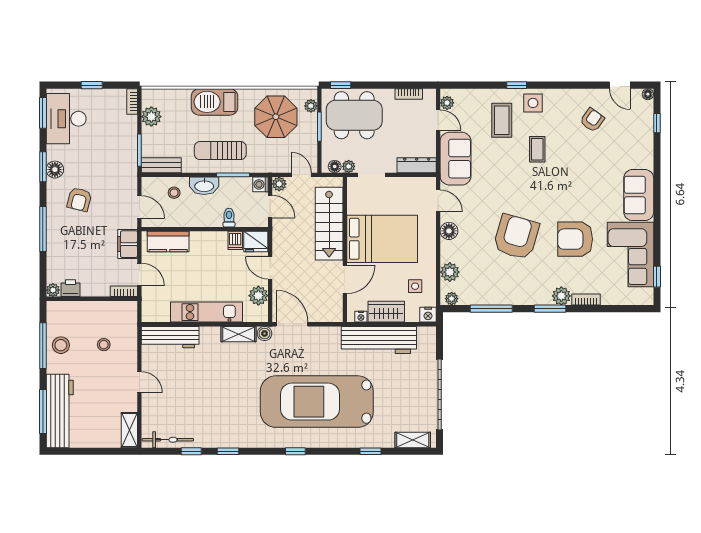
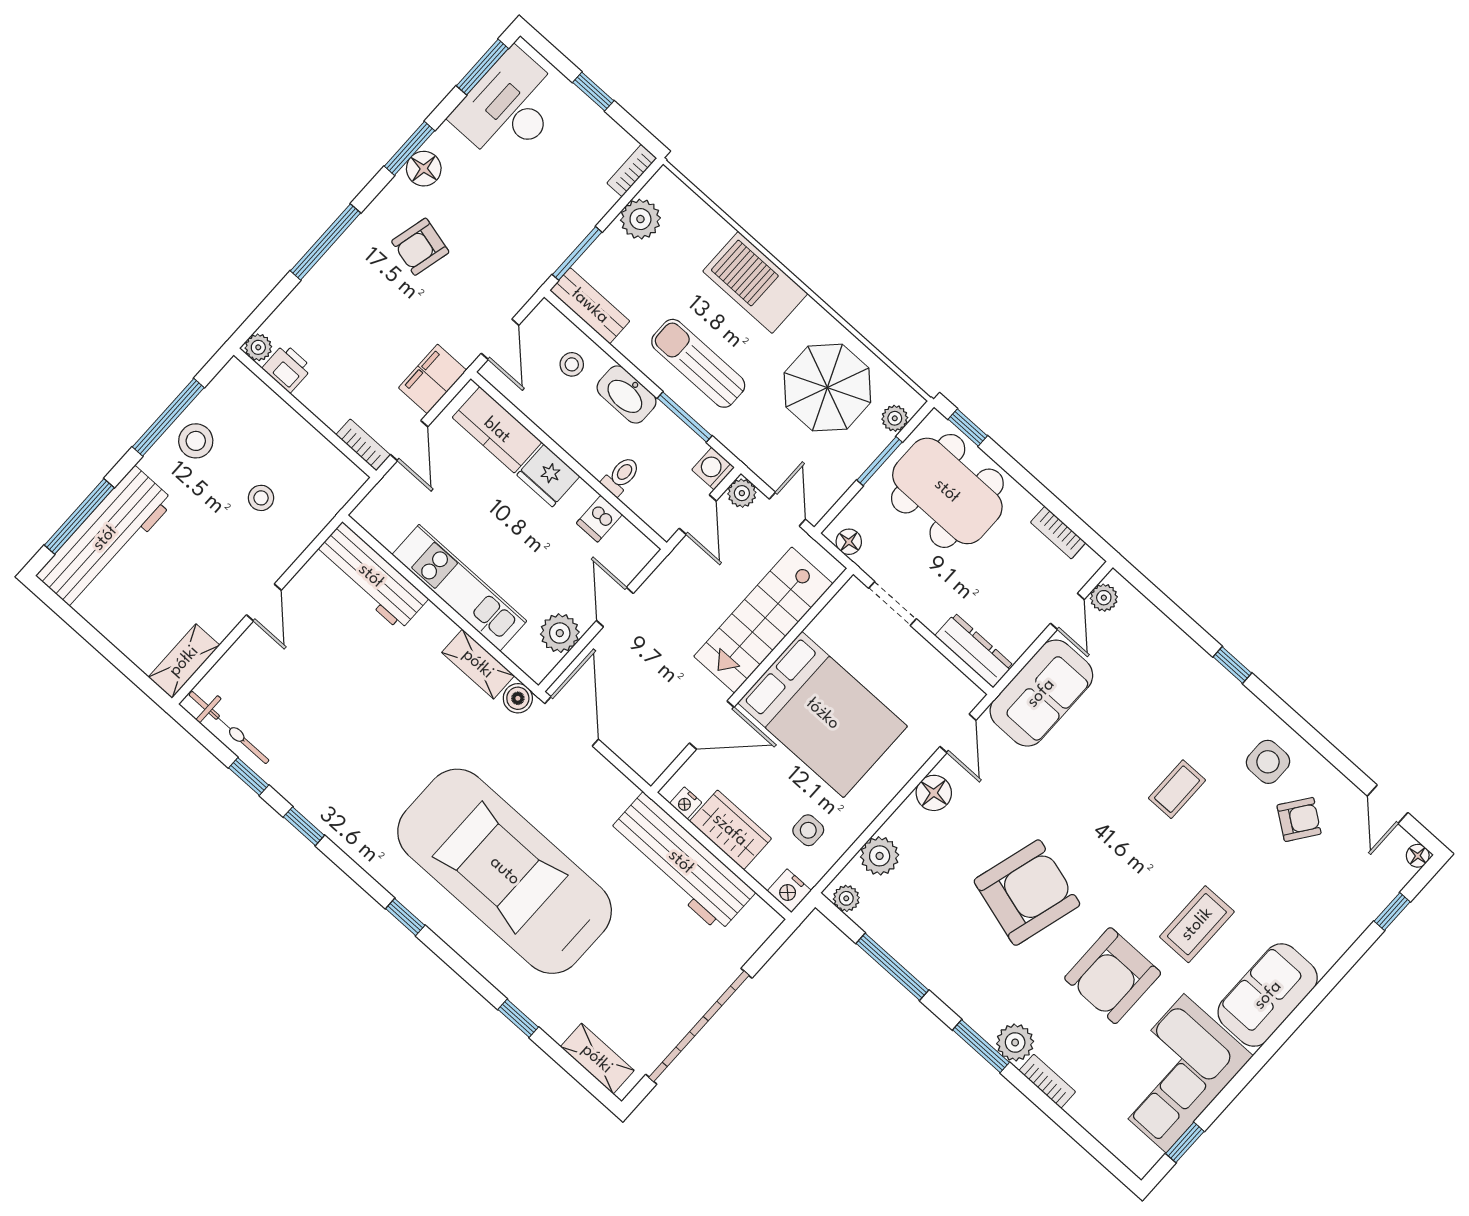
side table: (533, 103) -> (1268, 762), moved
coffee table: (502, 120) -> (1197, 924), moved
plant: (349, 166) -> (870, 560), removed
armchair: (575, 239) -> (1113, 976), turned -90
fridge: (256, 241) -> (548, 476), moved

